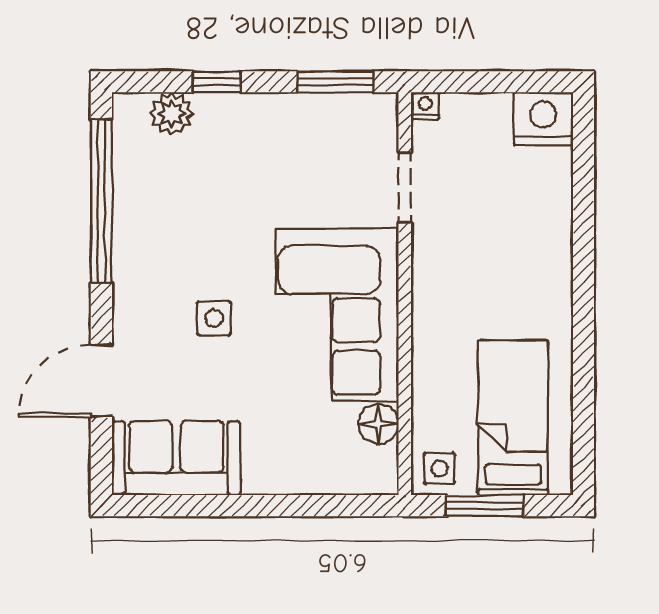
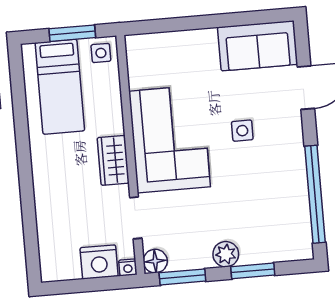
window: (217, 82) -> (253, 271), width x1.50
plant: (172, 114) -> (226, 254), moved
nightstand: (543, 119) -> (99, 262), moved
wardrobe: (434, 287) -> (113, 160), added
floor lamp: (378, 424) -> (155, 261), moved

